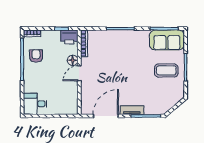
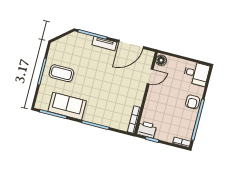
sofa: (167, 40) -> (67, 106), moved
armchair: (36, 56) -> (193, 102), moved
floor lamp: (73, 60) -> (161, 60), moved
door: (79, 73) -> (150, 76), moved

